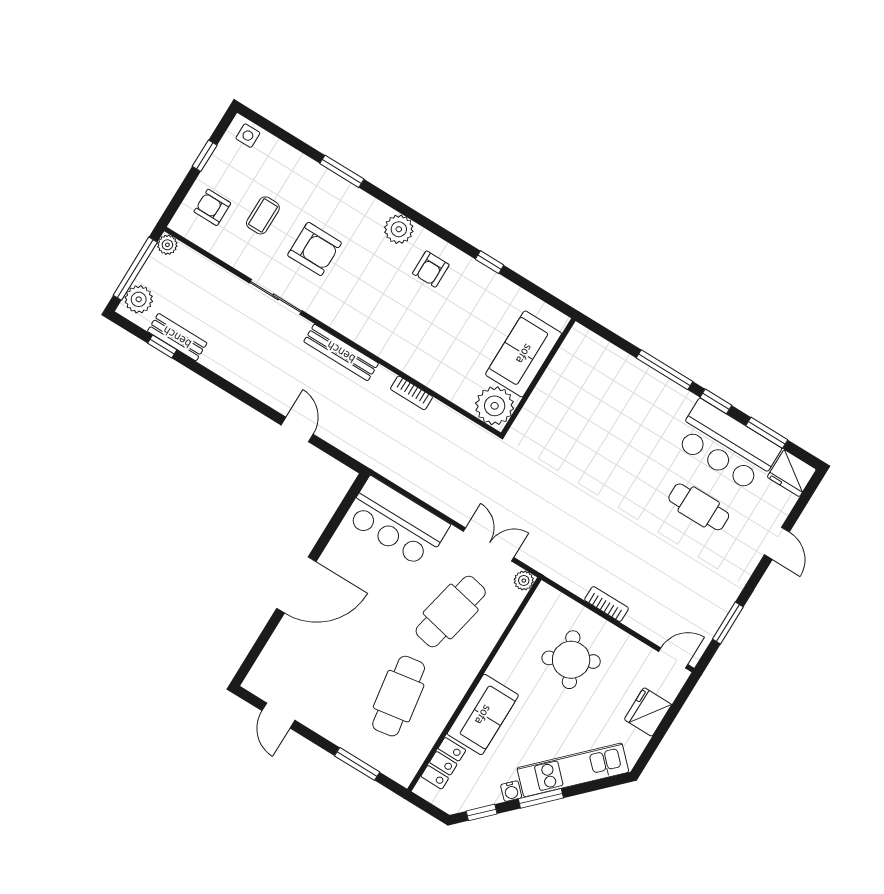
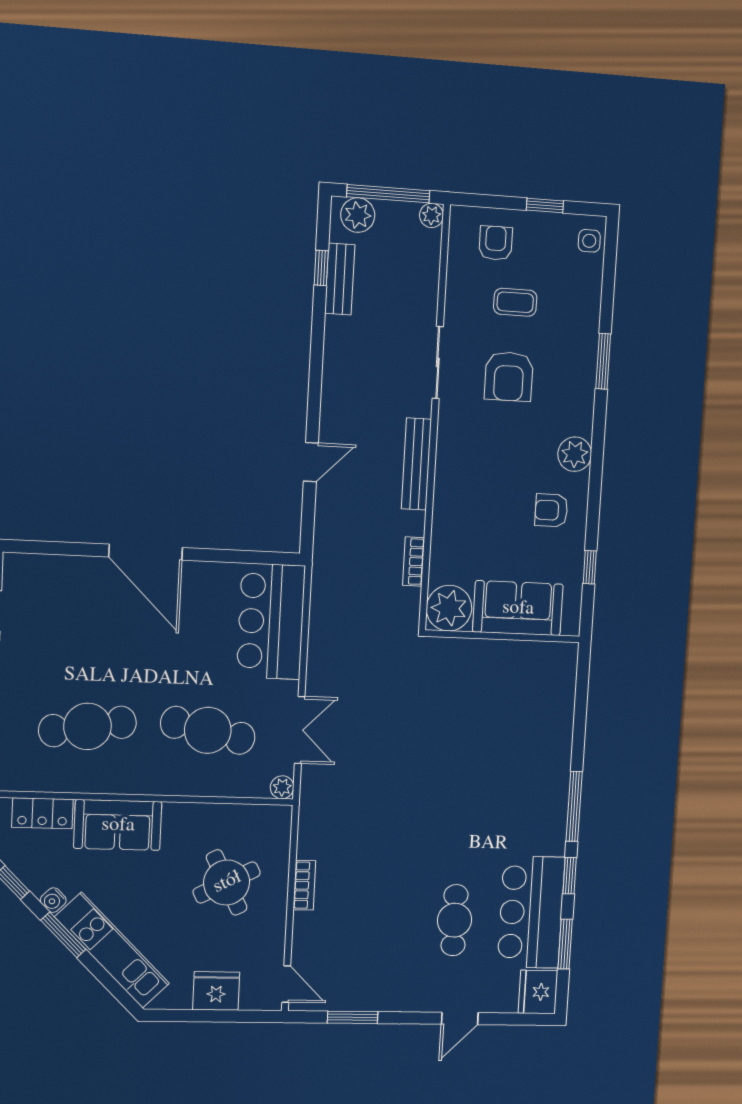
sofa: (524, 354) -> (518, 608), moved
wall: (538, 377) -> (503, 636), moved
plant: (495, 406) -> (449, 608), moved

